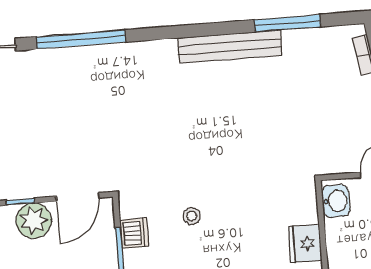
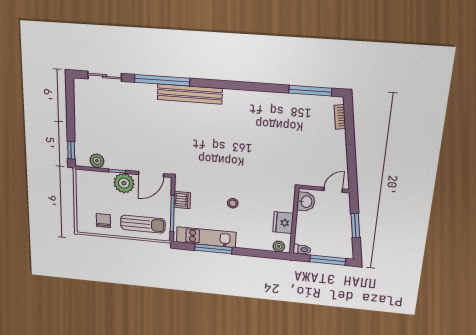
window: (287, 23) -> (310, 91), moved
bench: (230, 47) -> (190, 94), moved
stool: (192, 216) -> (233, 203), moved

